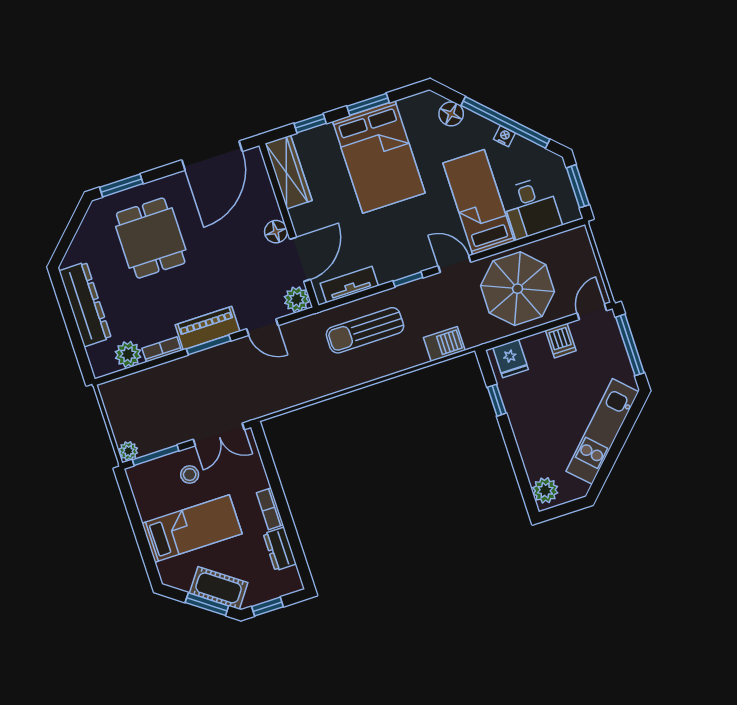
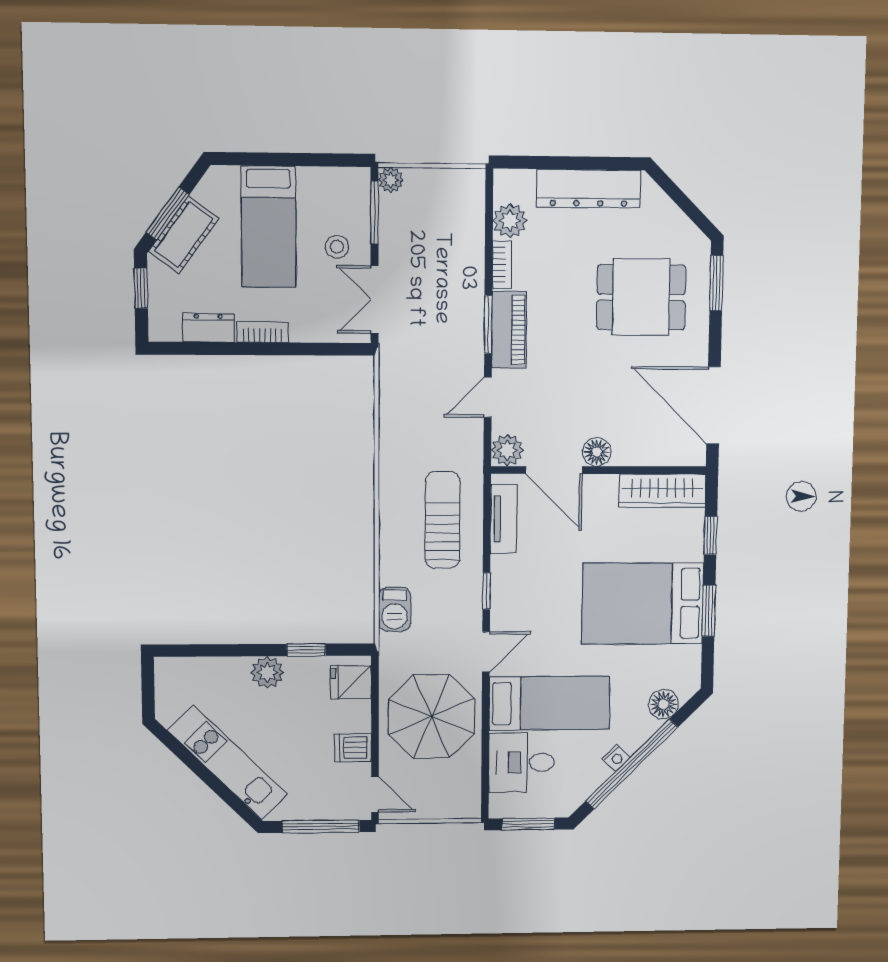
plant: (545, 490) -> (267, 672), moved

